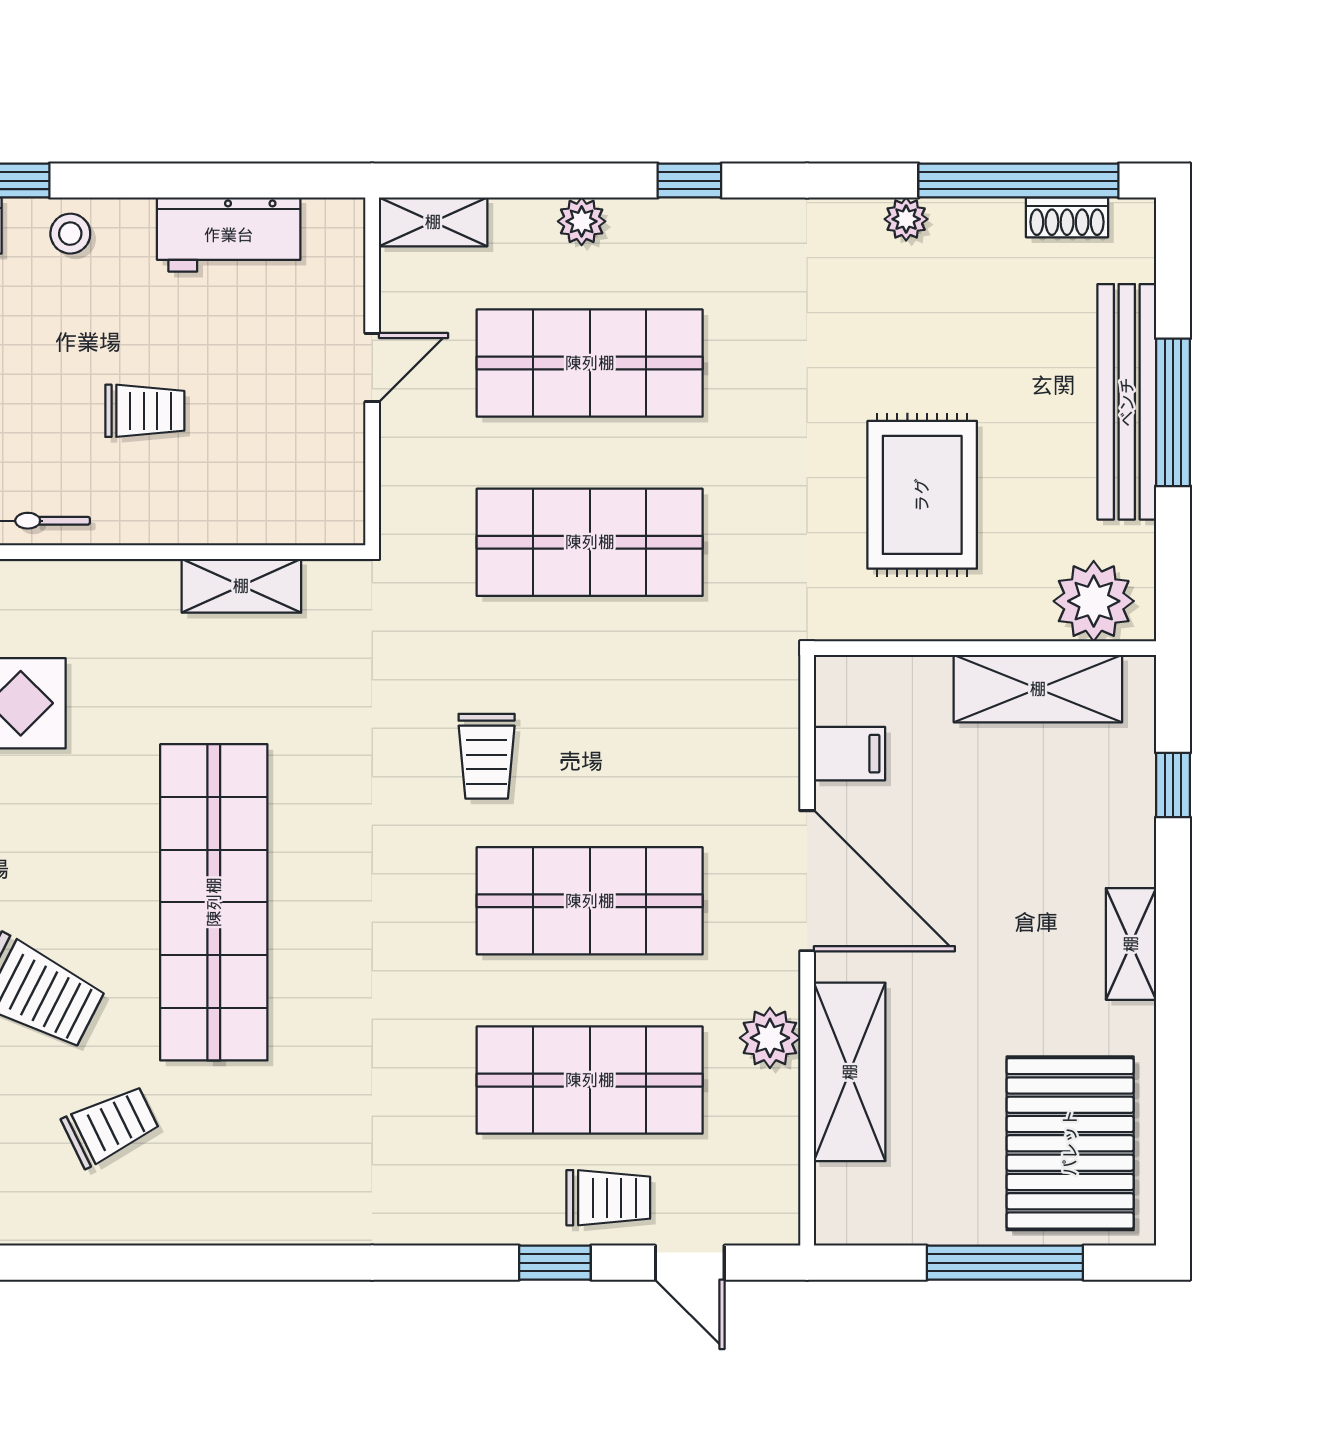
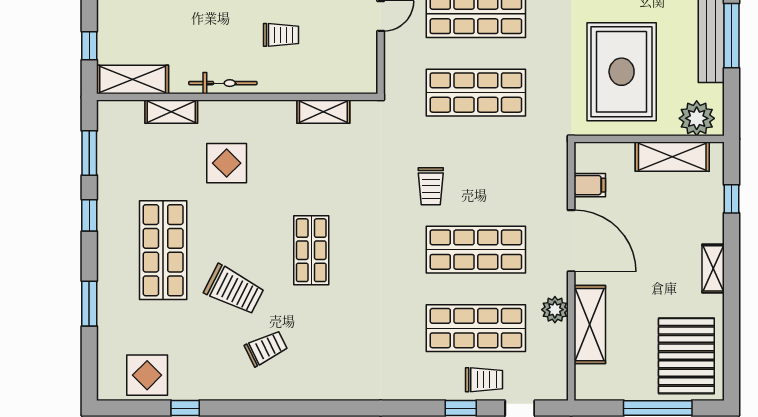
rug: (922, 495) -> (622, 72), width x1.37, depth x1.44
shop shelf: (214, 902) -> (311, 250), width x0.50, depth x0.74

